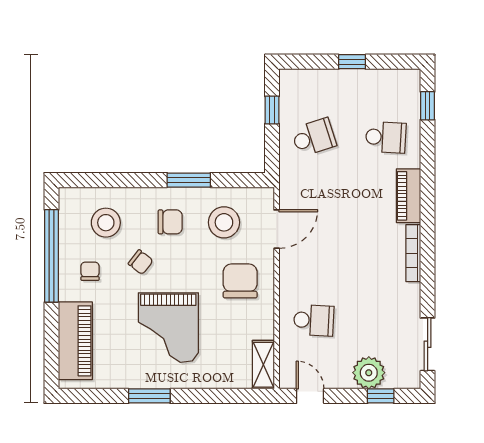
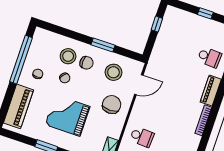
school desk: (314, 137) -> (173, 45), removed
stool: (106, 223) -> (68, 56), moved
grand piano: (168, 328) -> (68, 116), turned 90

